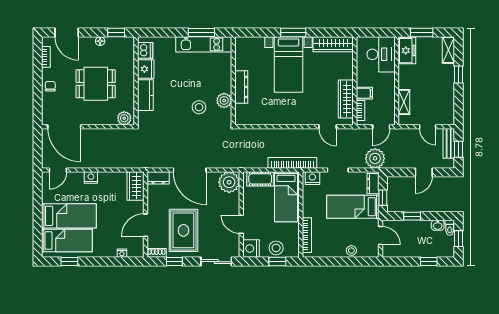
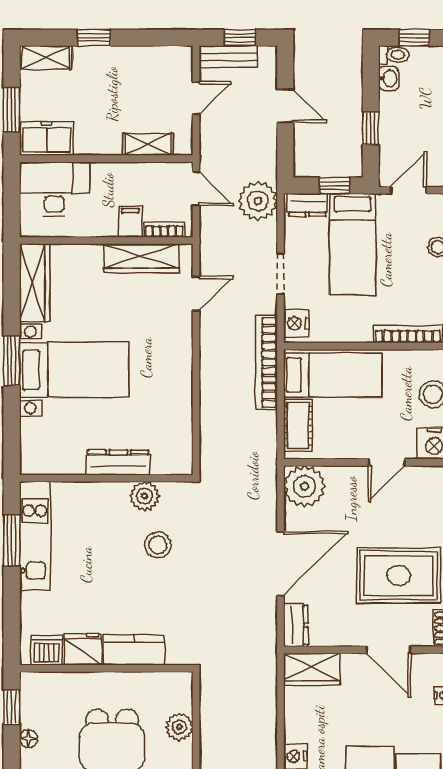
plant: (124, 118) -> (179, 727), moved

